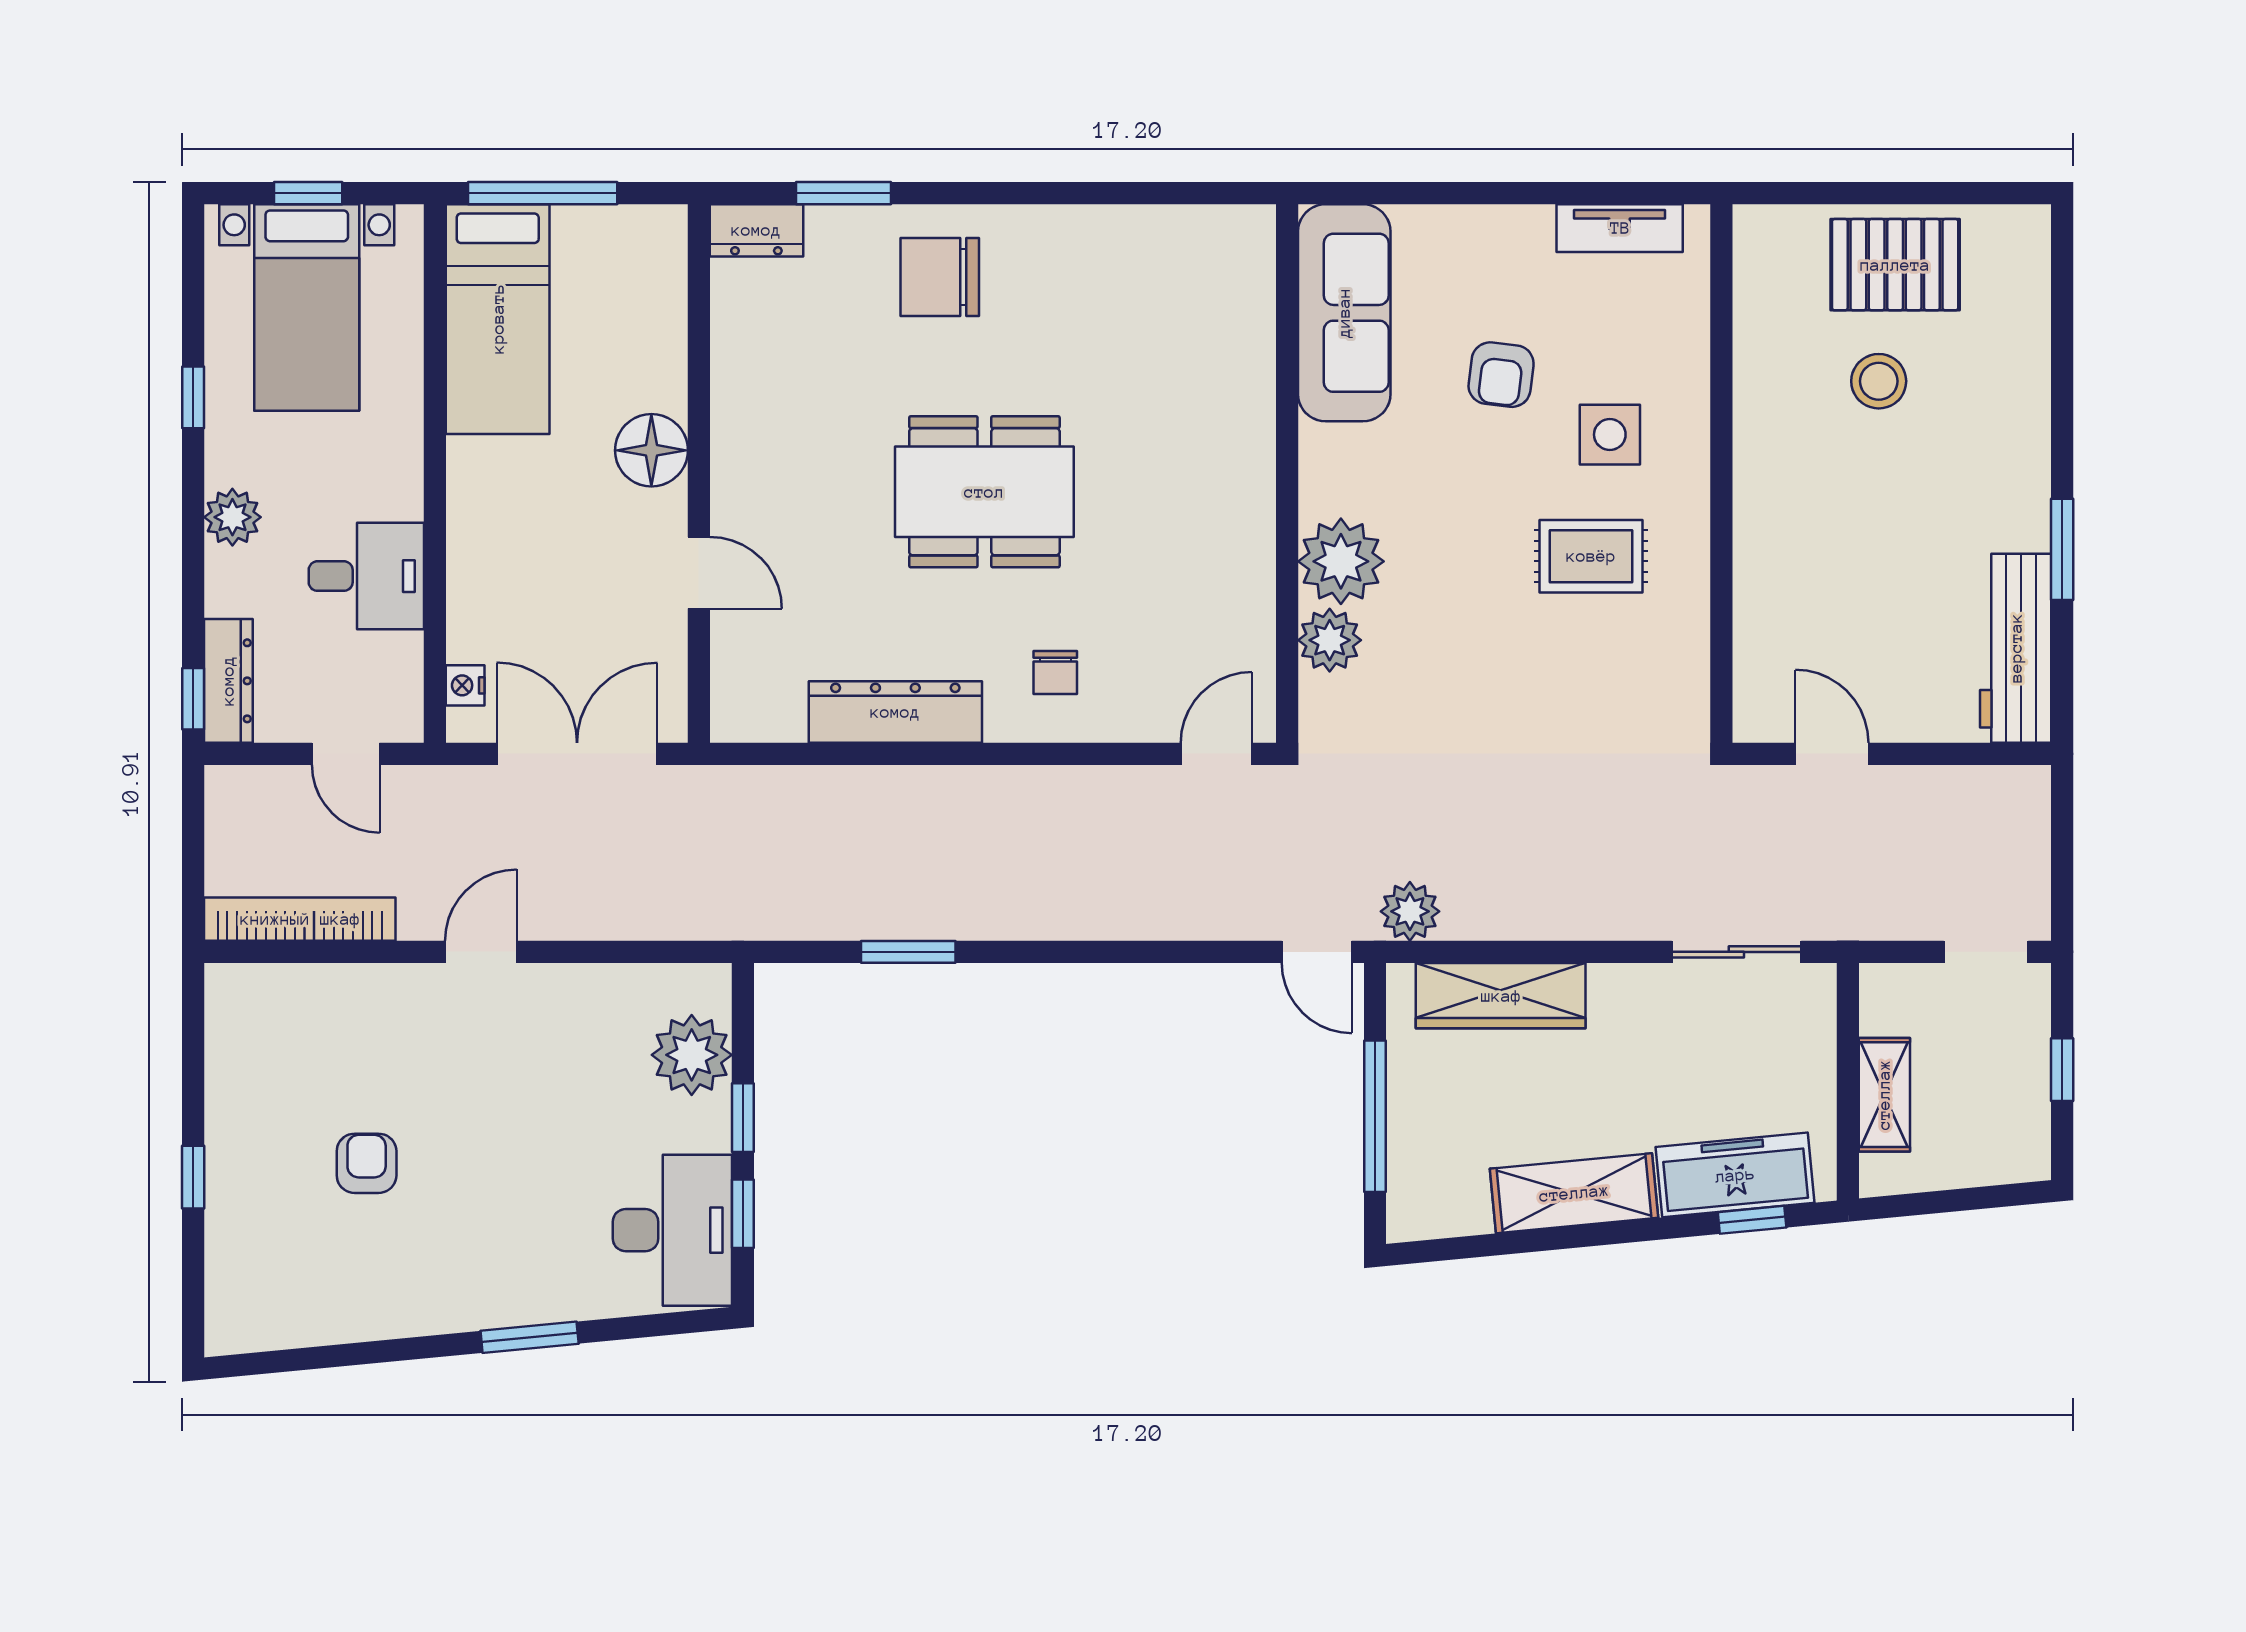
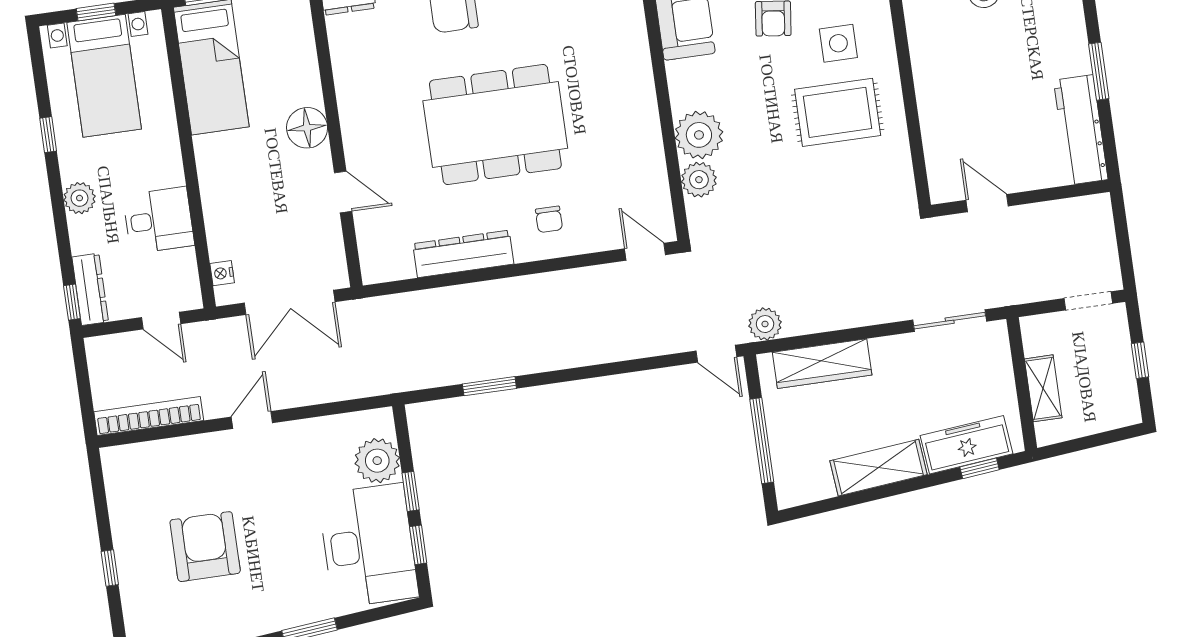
dining table: (984, 492) -> (495, 125), width x1.36, depth x1.24
rug: (1591, 556) -> (838, 112), width x1.36, depth x1.43
double door: (577, 754) -> (290, 302), swing flipped
door: (1216, 754) -> (645, 252), hinge flipped
armchair: (367, 1163) -> (205, 547), width x1.88, depth x1.88
desk: (672, 1230) -> (368, 546), width x1.36, depth x1.30

